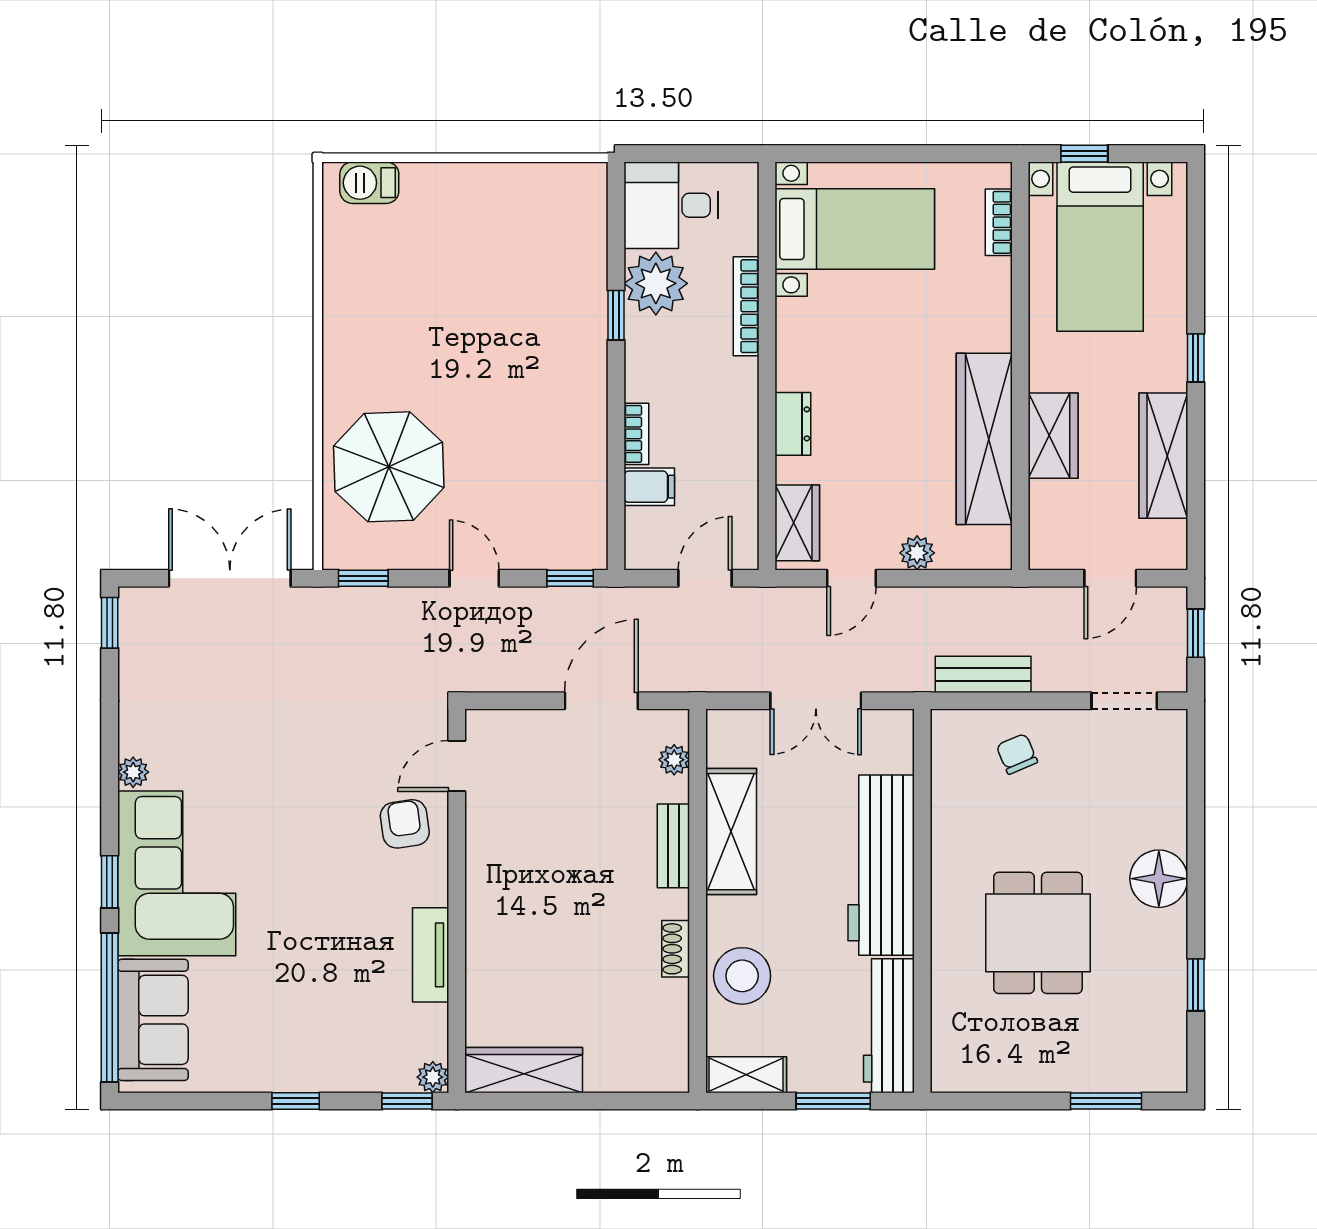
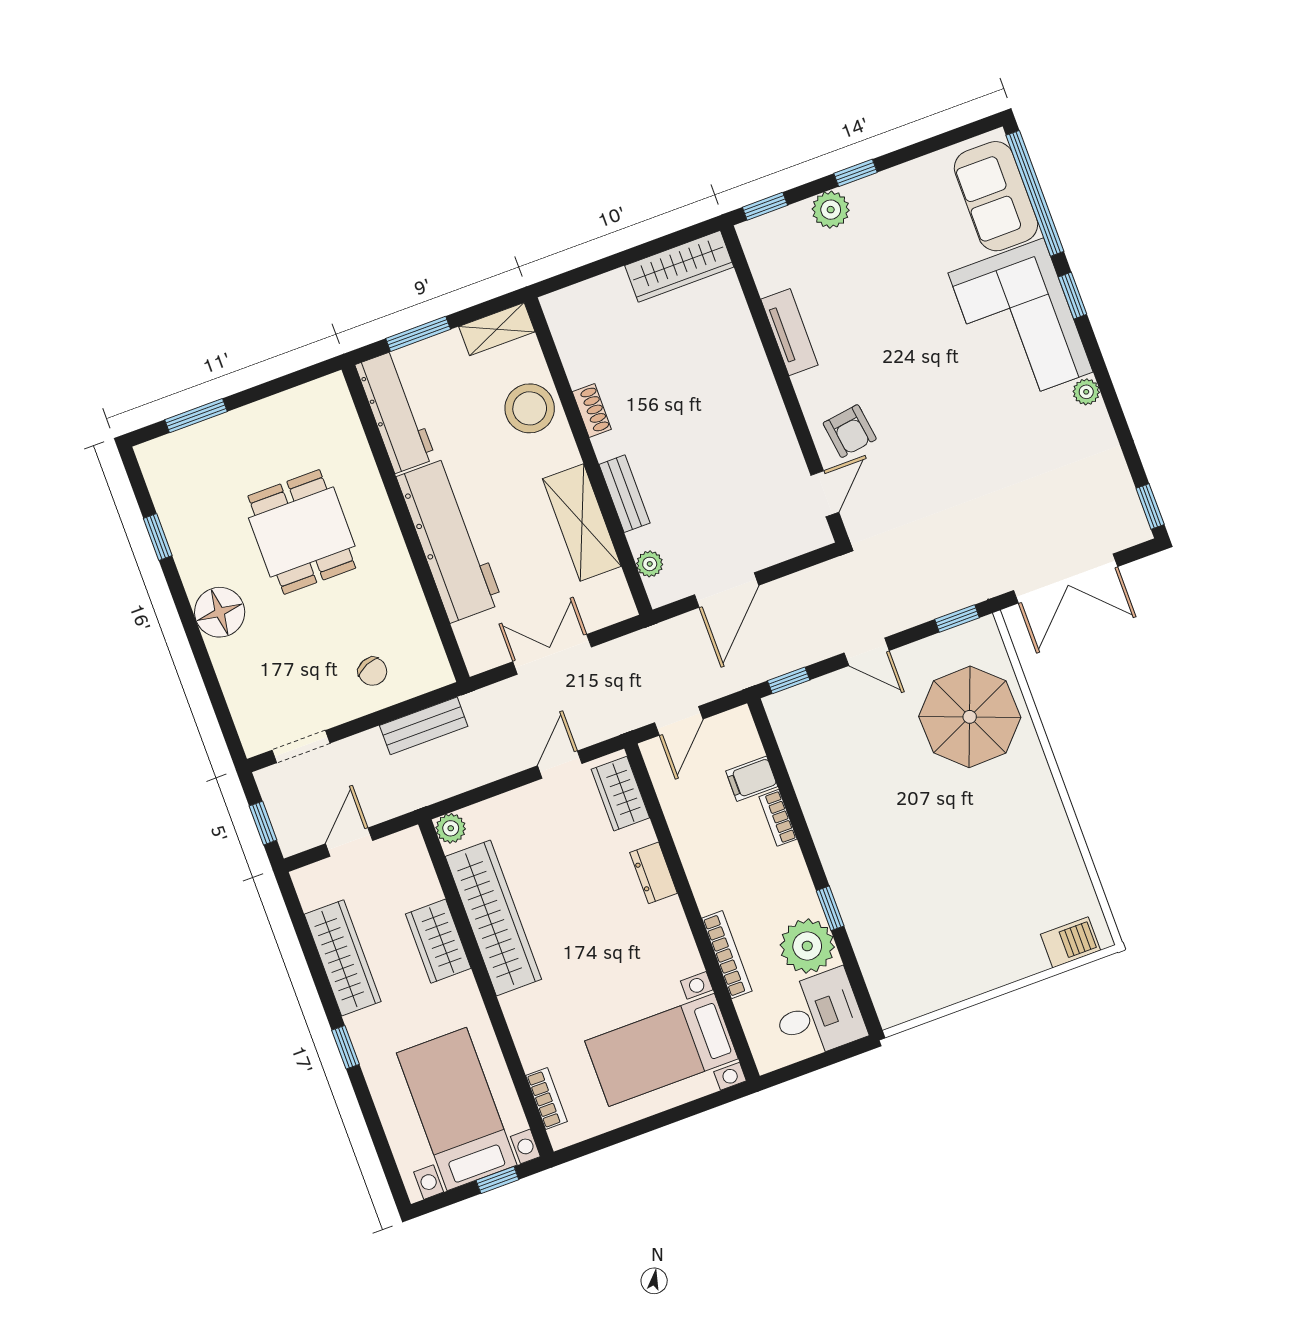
plant: (917, 553) -> (451, 828), moved
plant: (433, 1077) -> (831, 210), moved, width x1.38, depth x1.38

